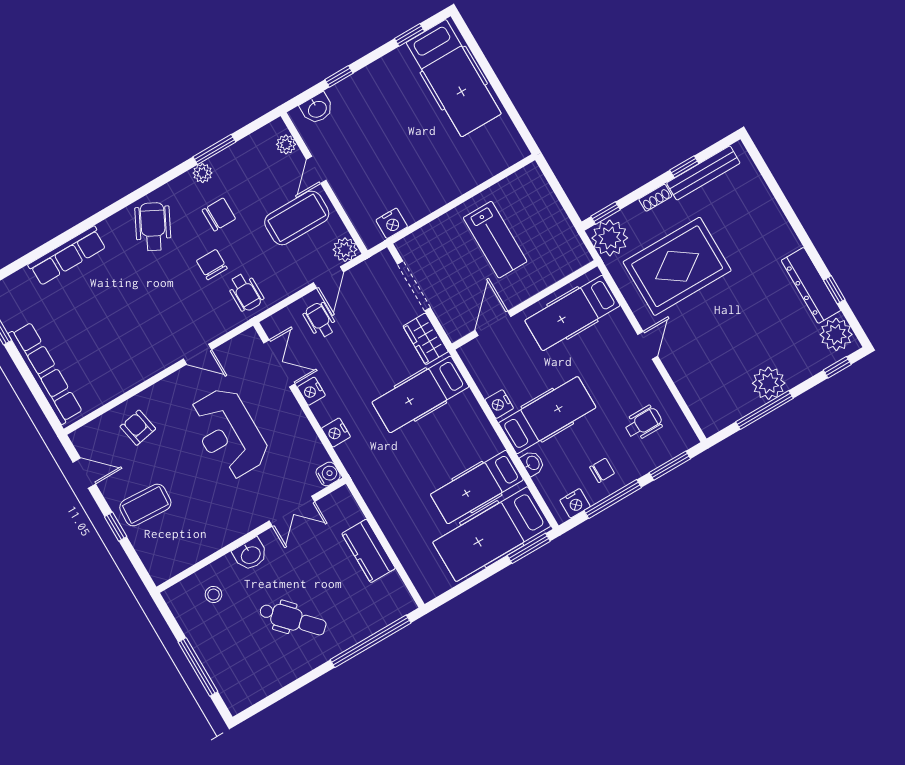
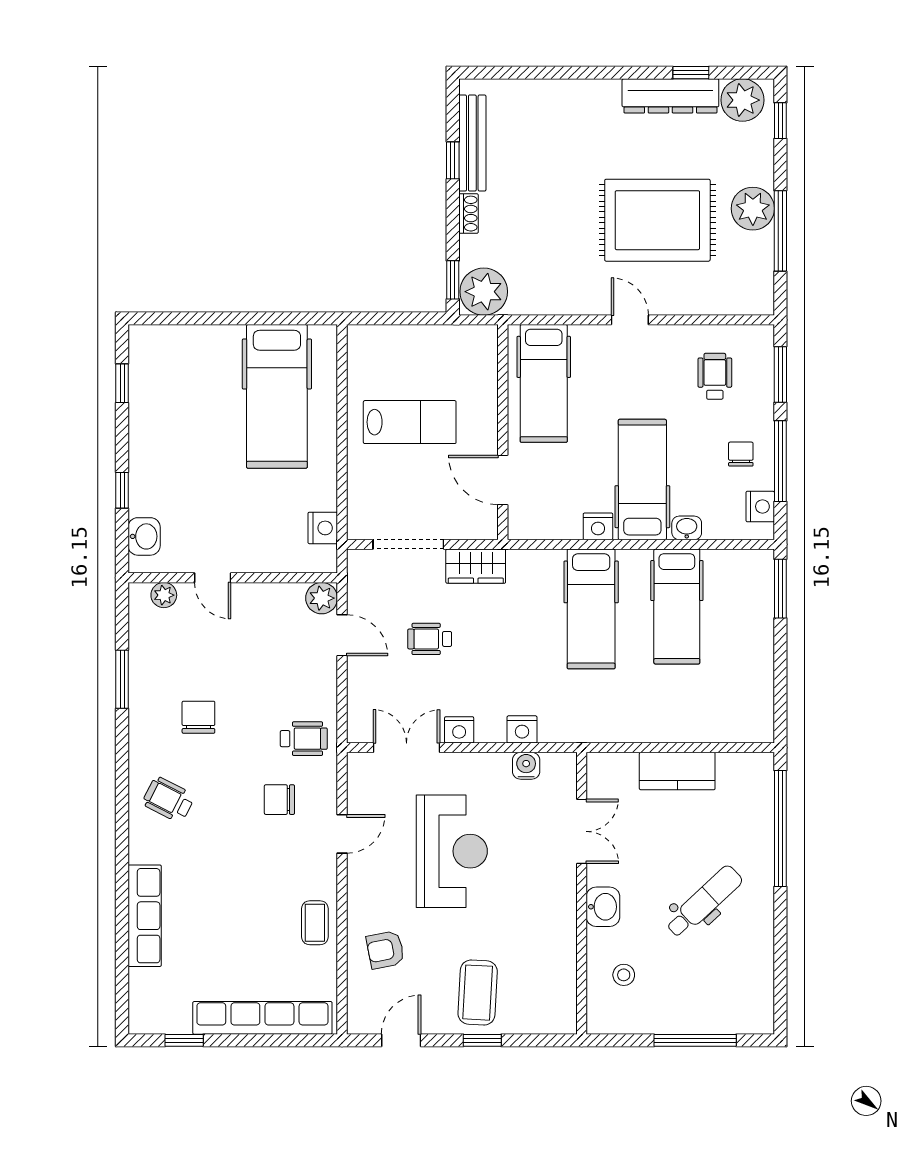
hospital bed: (454, 78) -> (277, 396), moved, turned 90
plant: (202, 173) -> (141, 708), removed
coffee table: (297, 218) -> (315, 923), moved, width x0.54, depth x0.58
wheelchair: (153, 227) -> (168, 800), width x0.73, depth x0.73
chair: (212, 265) -> (279, 800), moved
rug: (677, 266) -> (657, 220), moved, turned 90
wheelchair: (320, 320) -> (430, 639), moved
hospital bed: (420, 394) -> (591, 609), moved
reception desk: (229, 433) -> (452, 851), turned -90
water cooler: (328, 474) -> (526, 766), moved
hospital bed: (492, 534) -> (740, 621), removed

